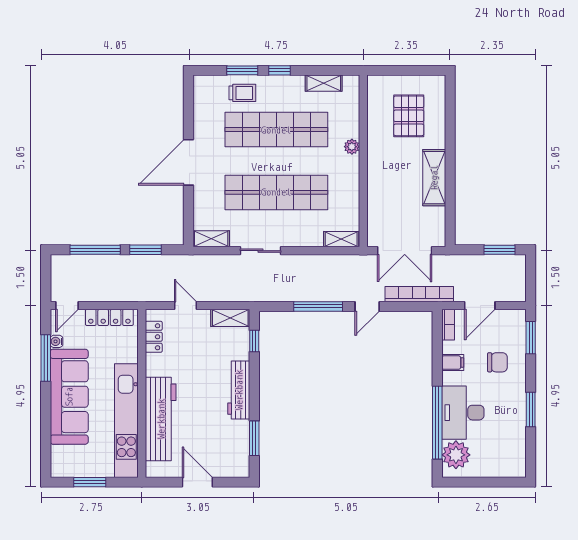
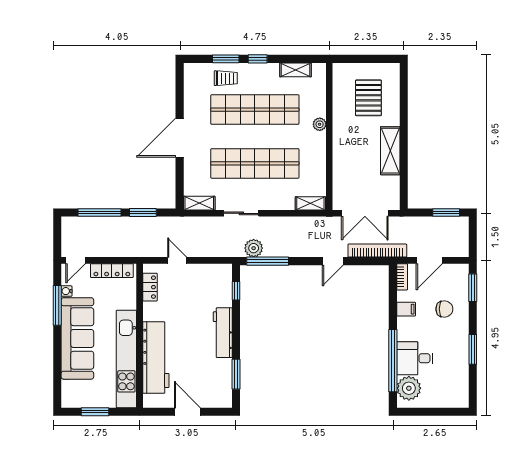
plant: (275, 291) -> (254, 248), added
window: (318, 306) -> (268, 261), moved
shelving: (230, 318) -> (215, 271), removed
desk: (463, 413) -> (415, 358), width x0.73

